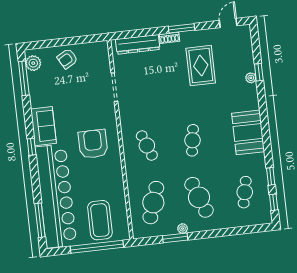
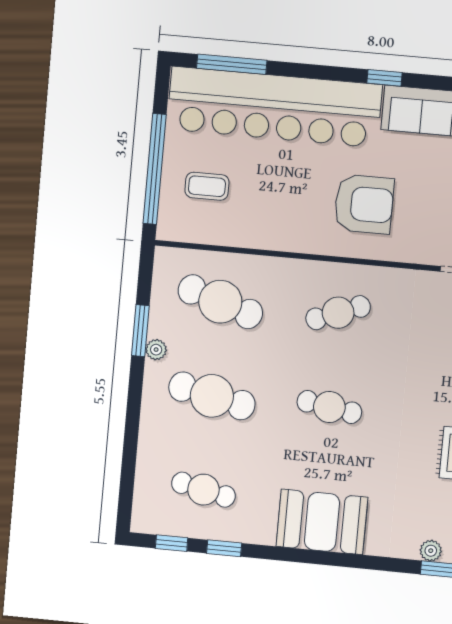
cafe table: (199, 197) -> (212, 396), turned 33
coffee table: (100, 220) -> (207, 186), width x0.54, depth x0.58

